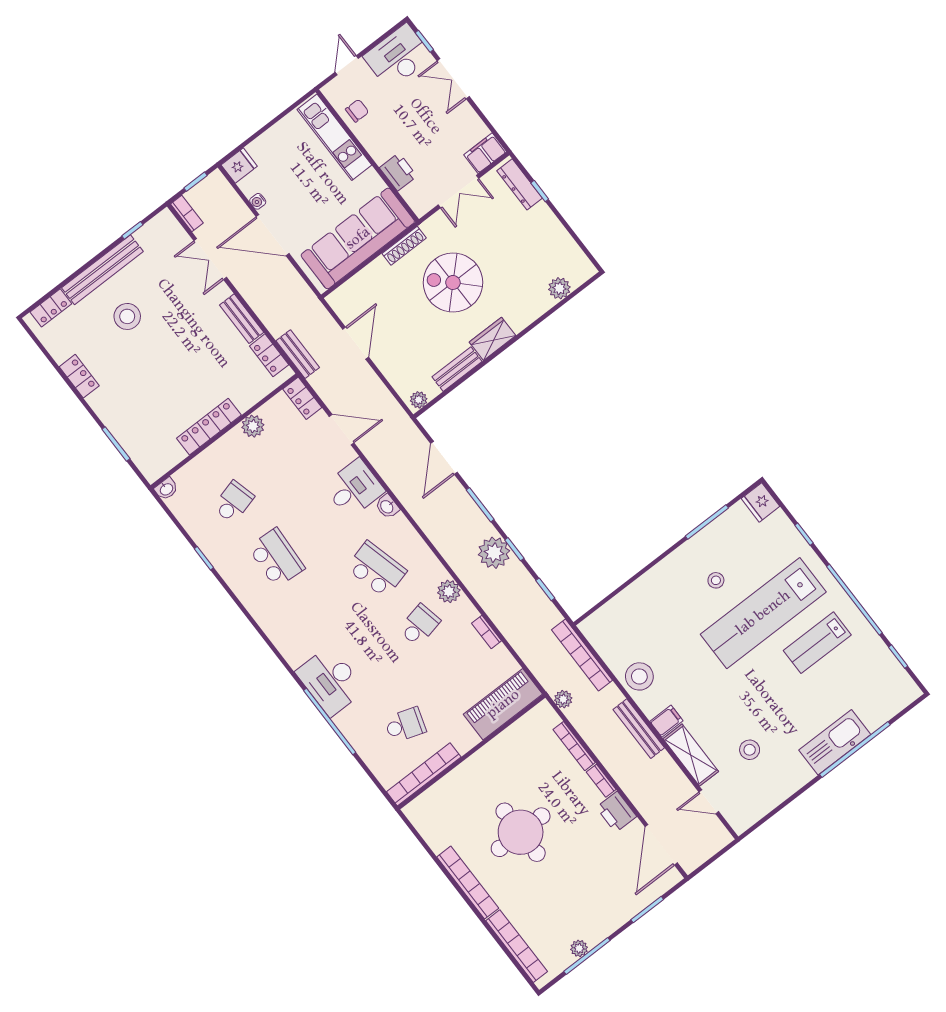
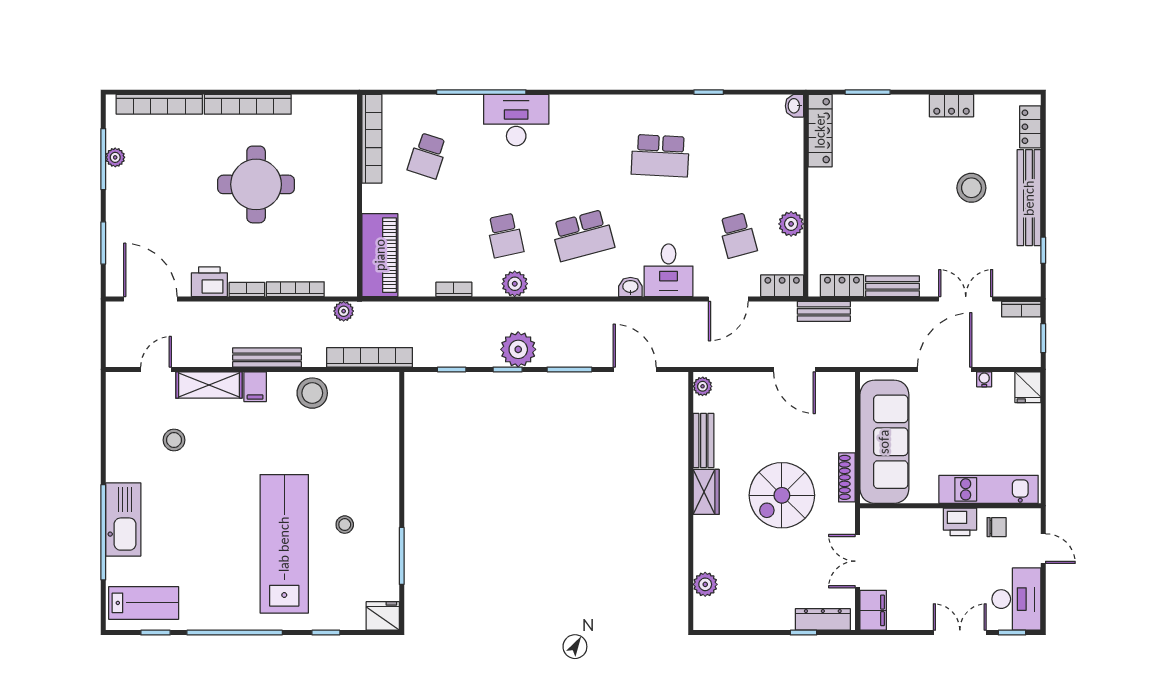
chair: (357, 111) -> (997, 527), turned -90
printer: (398, 172) -> (960, 522), moved
spiral stairs: (453, 282) -> (782, 495), turned 180
locker: (209, 427) -> (820, 131), moved
school desk: (233, 502) -> (738, 235), moved
lab bench: (817, 643) -> (144, 603), moved, turned 90

